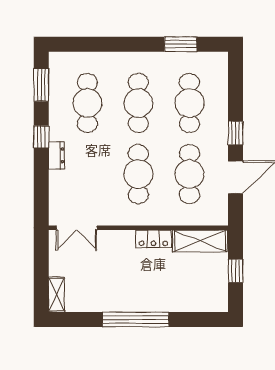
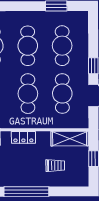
locker: (153, 239) -> (23, 137), moved
trolley: (179, 281) -> (55, 166), added

